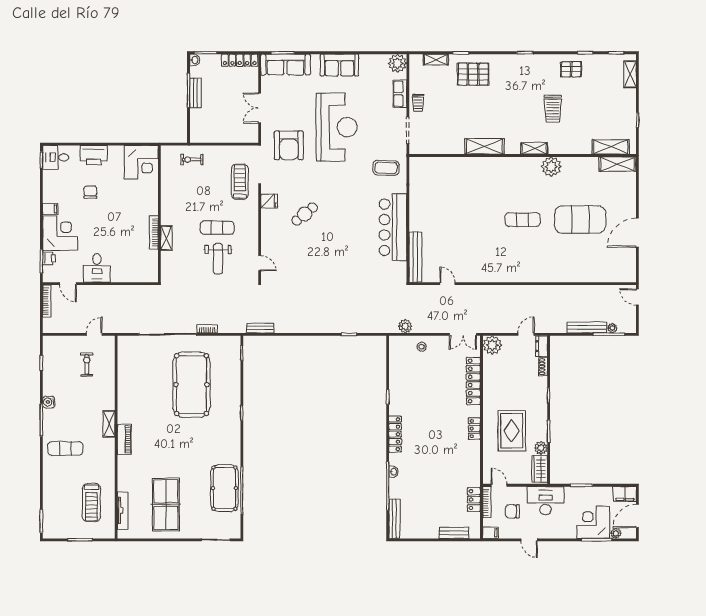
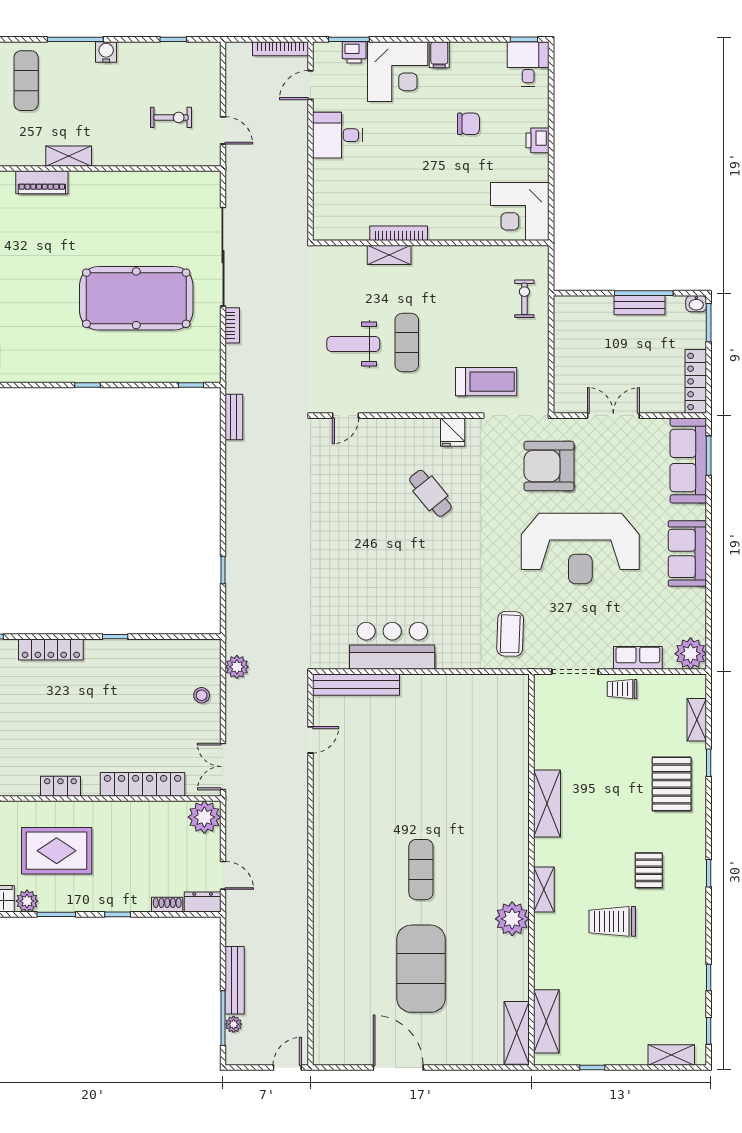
pallet: (571, 69) -> (649, 870), moved
printer: (94, 155) -> (538, 140), width x0.53, depth x0.68
bar counter: (393, 227) -> (392, 646), width x0.73

